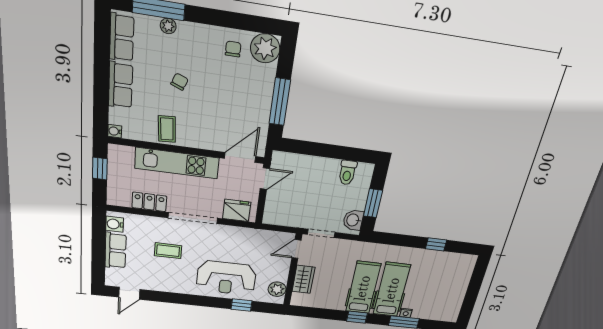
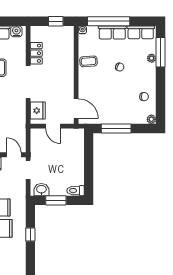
plant: (265, 48) -> (151, 119), width x0.53, depth x0.53
window: (101, 88) -> (109, 21), added
kitchen unit: (177, 163) -> (66, 69), removed
toilet: (347, 173) -> (75, 191), moved
door: (265, 179) -> (53, 126), moved
window: (436, 244) -> (30, 235), moved

